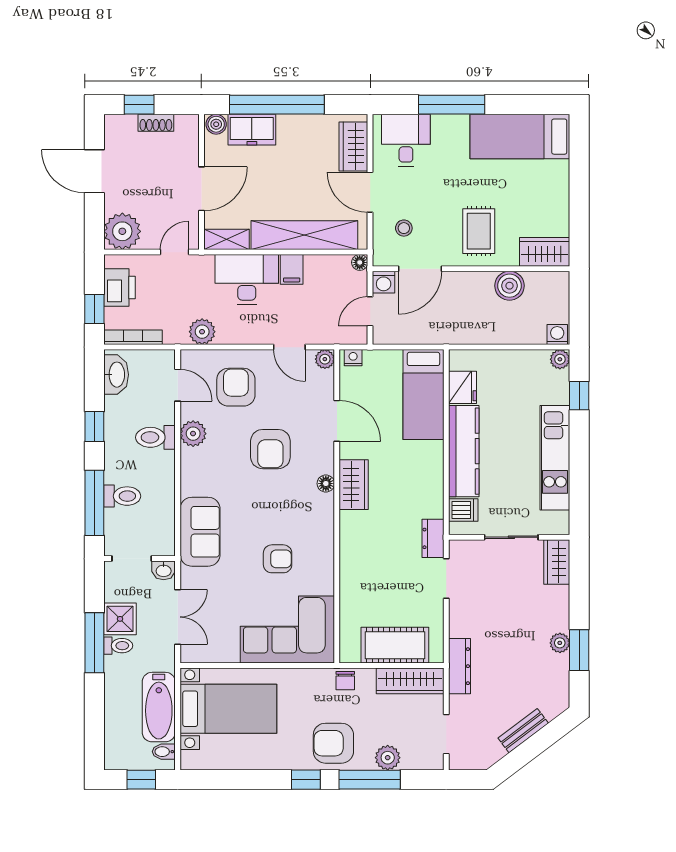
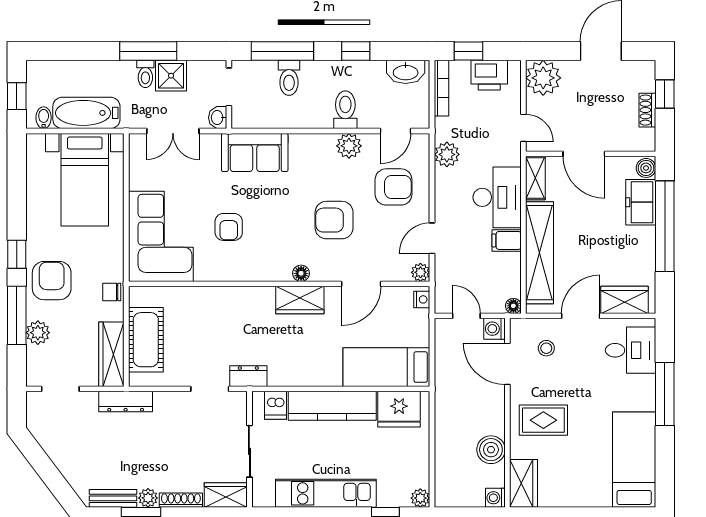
washing machine: (557, 335) -> (495, 498), moved, turned 180
fridge: (462, 387) -> (399, 409), width x1.36, depth x1.34
shoe rack: (562, 609) -> (181, 500), added
bench: (523, 731) -> (113, 498), moved, turned -53

